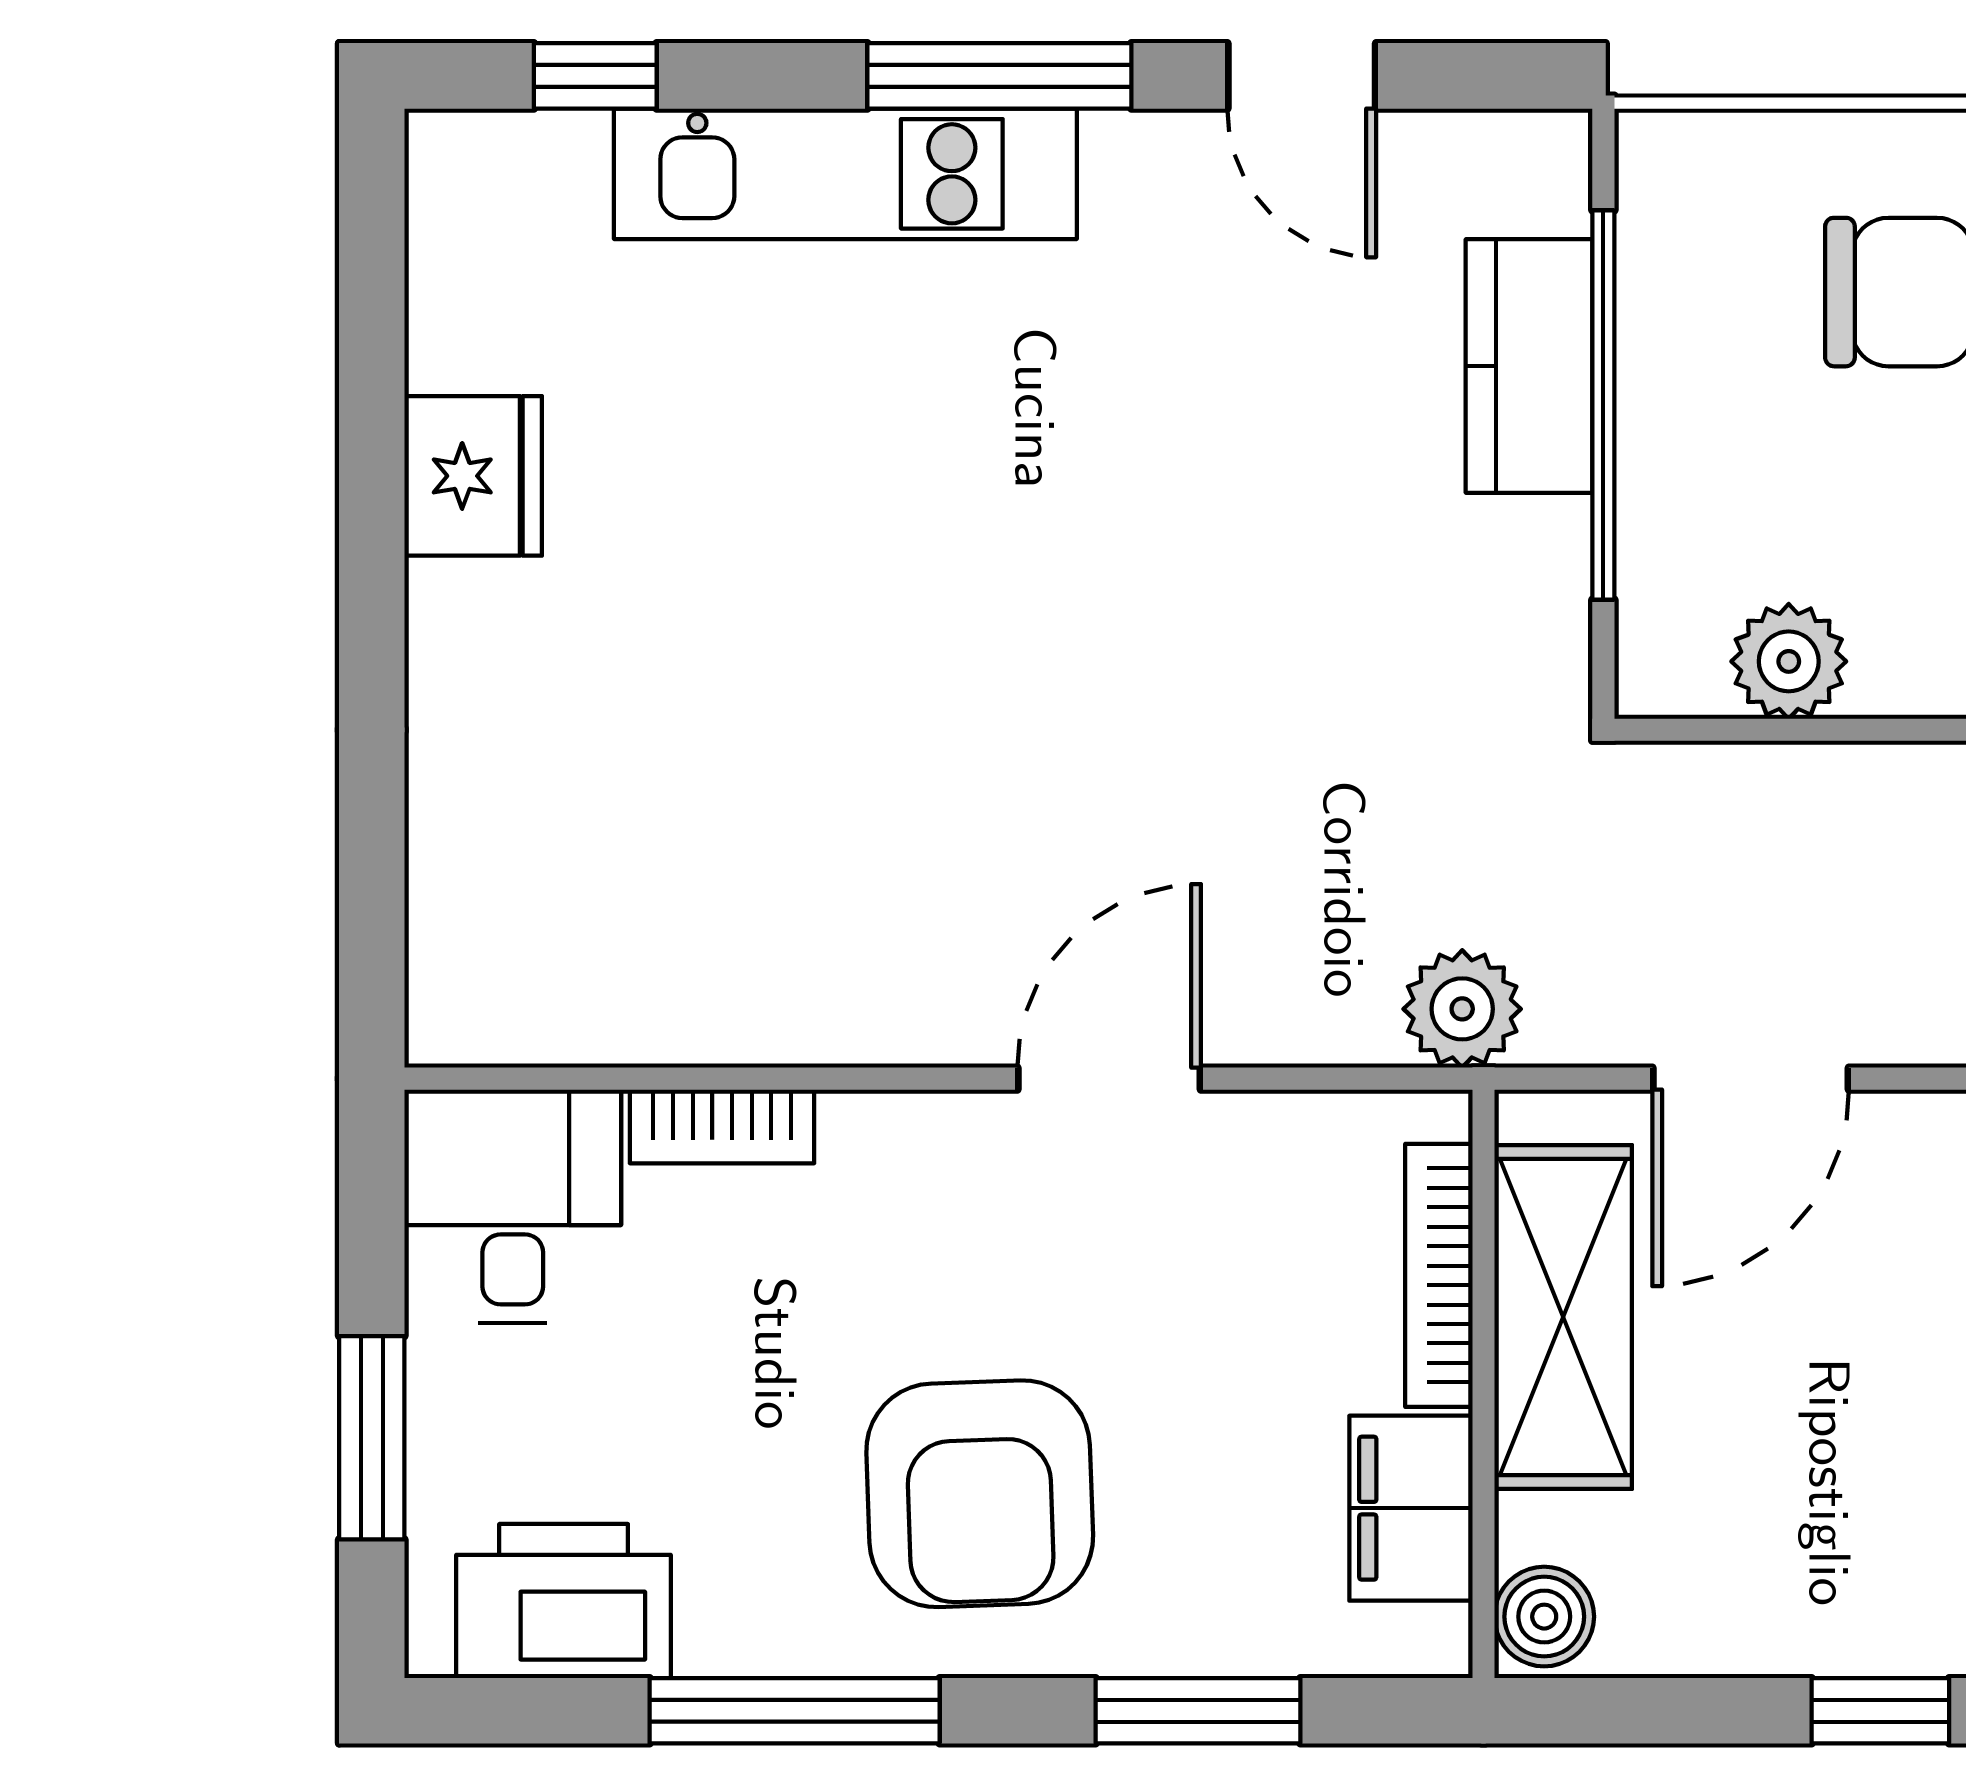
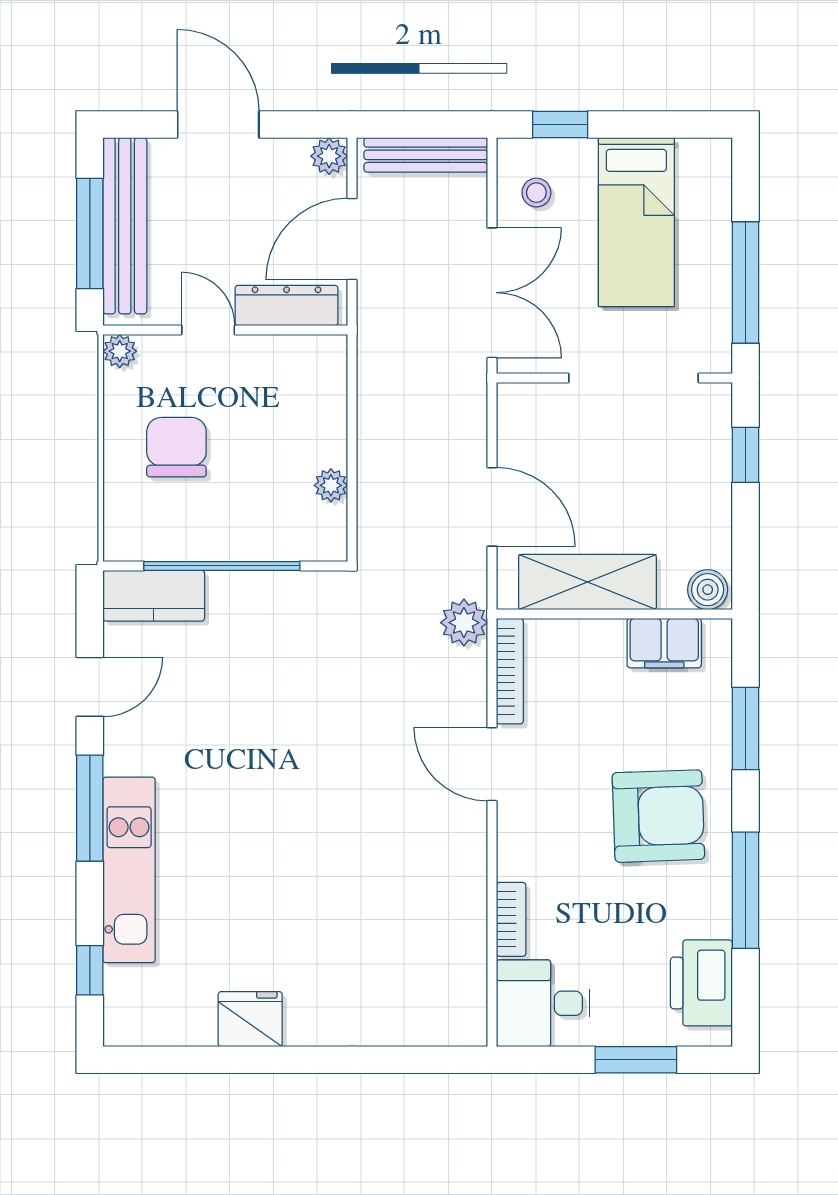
kitchen counter: (1529, 366) -> (154, 596), moved
plant: (1789, 661) -> (331, 485), width x0.73, depth x0.73
bookcase: (1439, 1275) -> (510, 671), moved, turned -90

